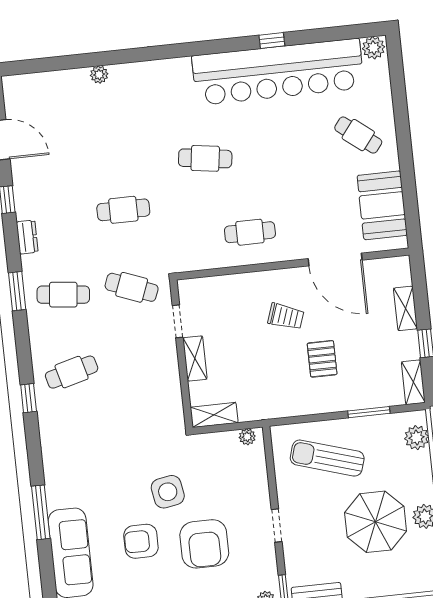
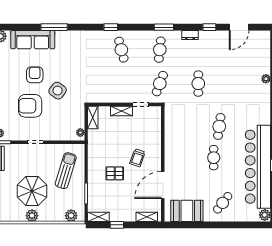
cafe table: (250, 232) -> (214, 158), moved
shelving: (405, 308) -> (147, 217), moved
side table: (168, 492) -> (58, 91), turned 45

